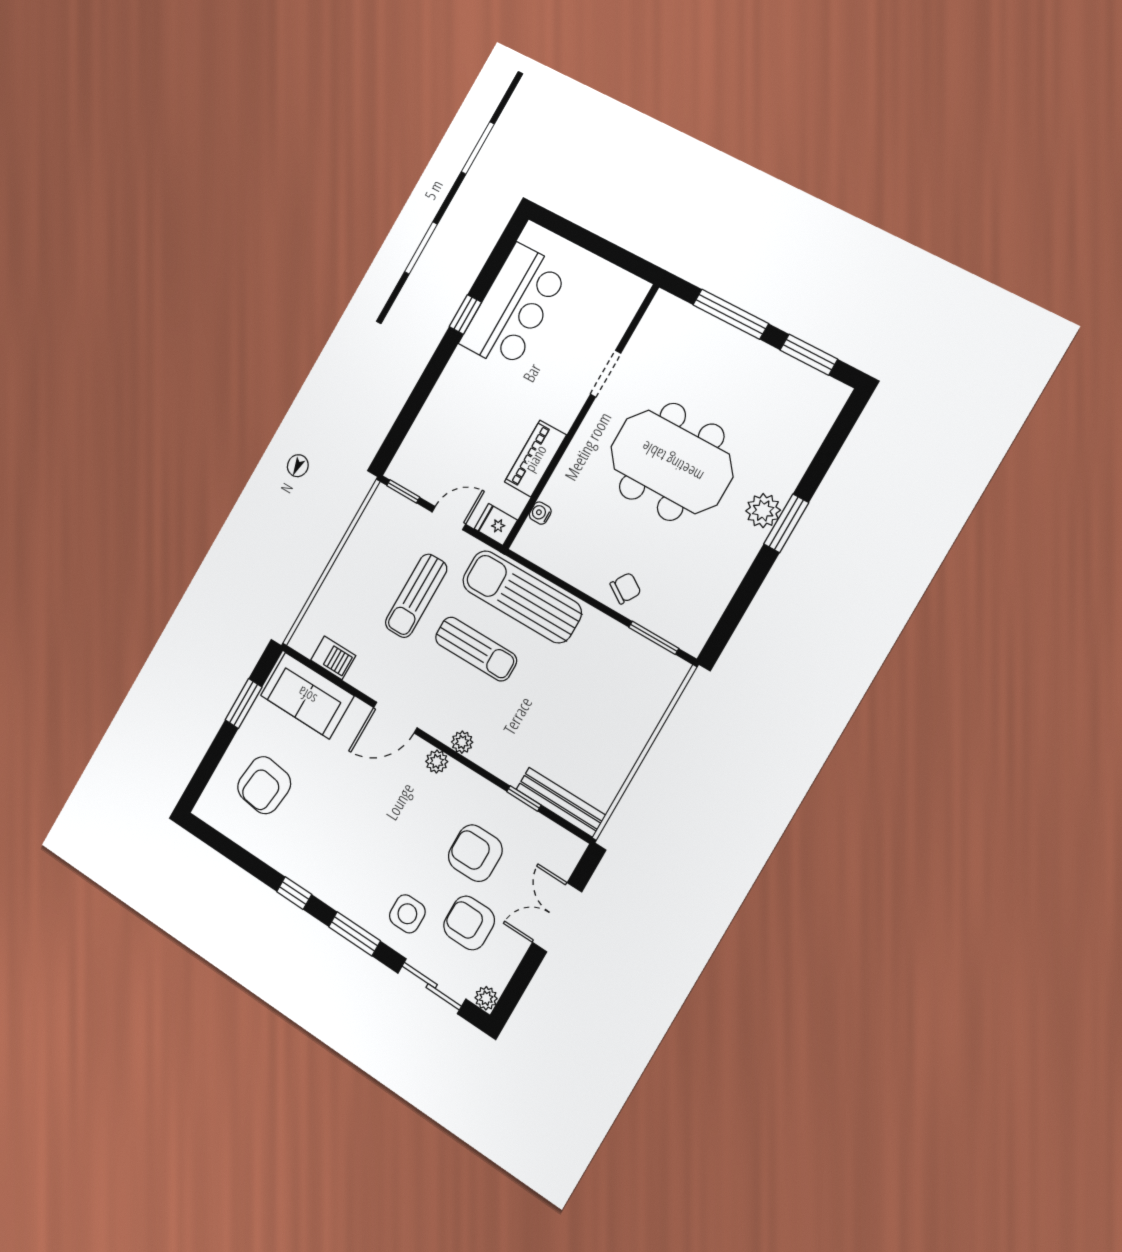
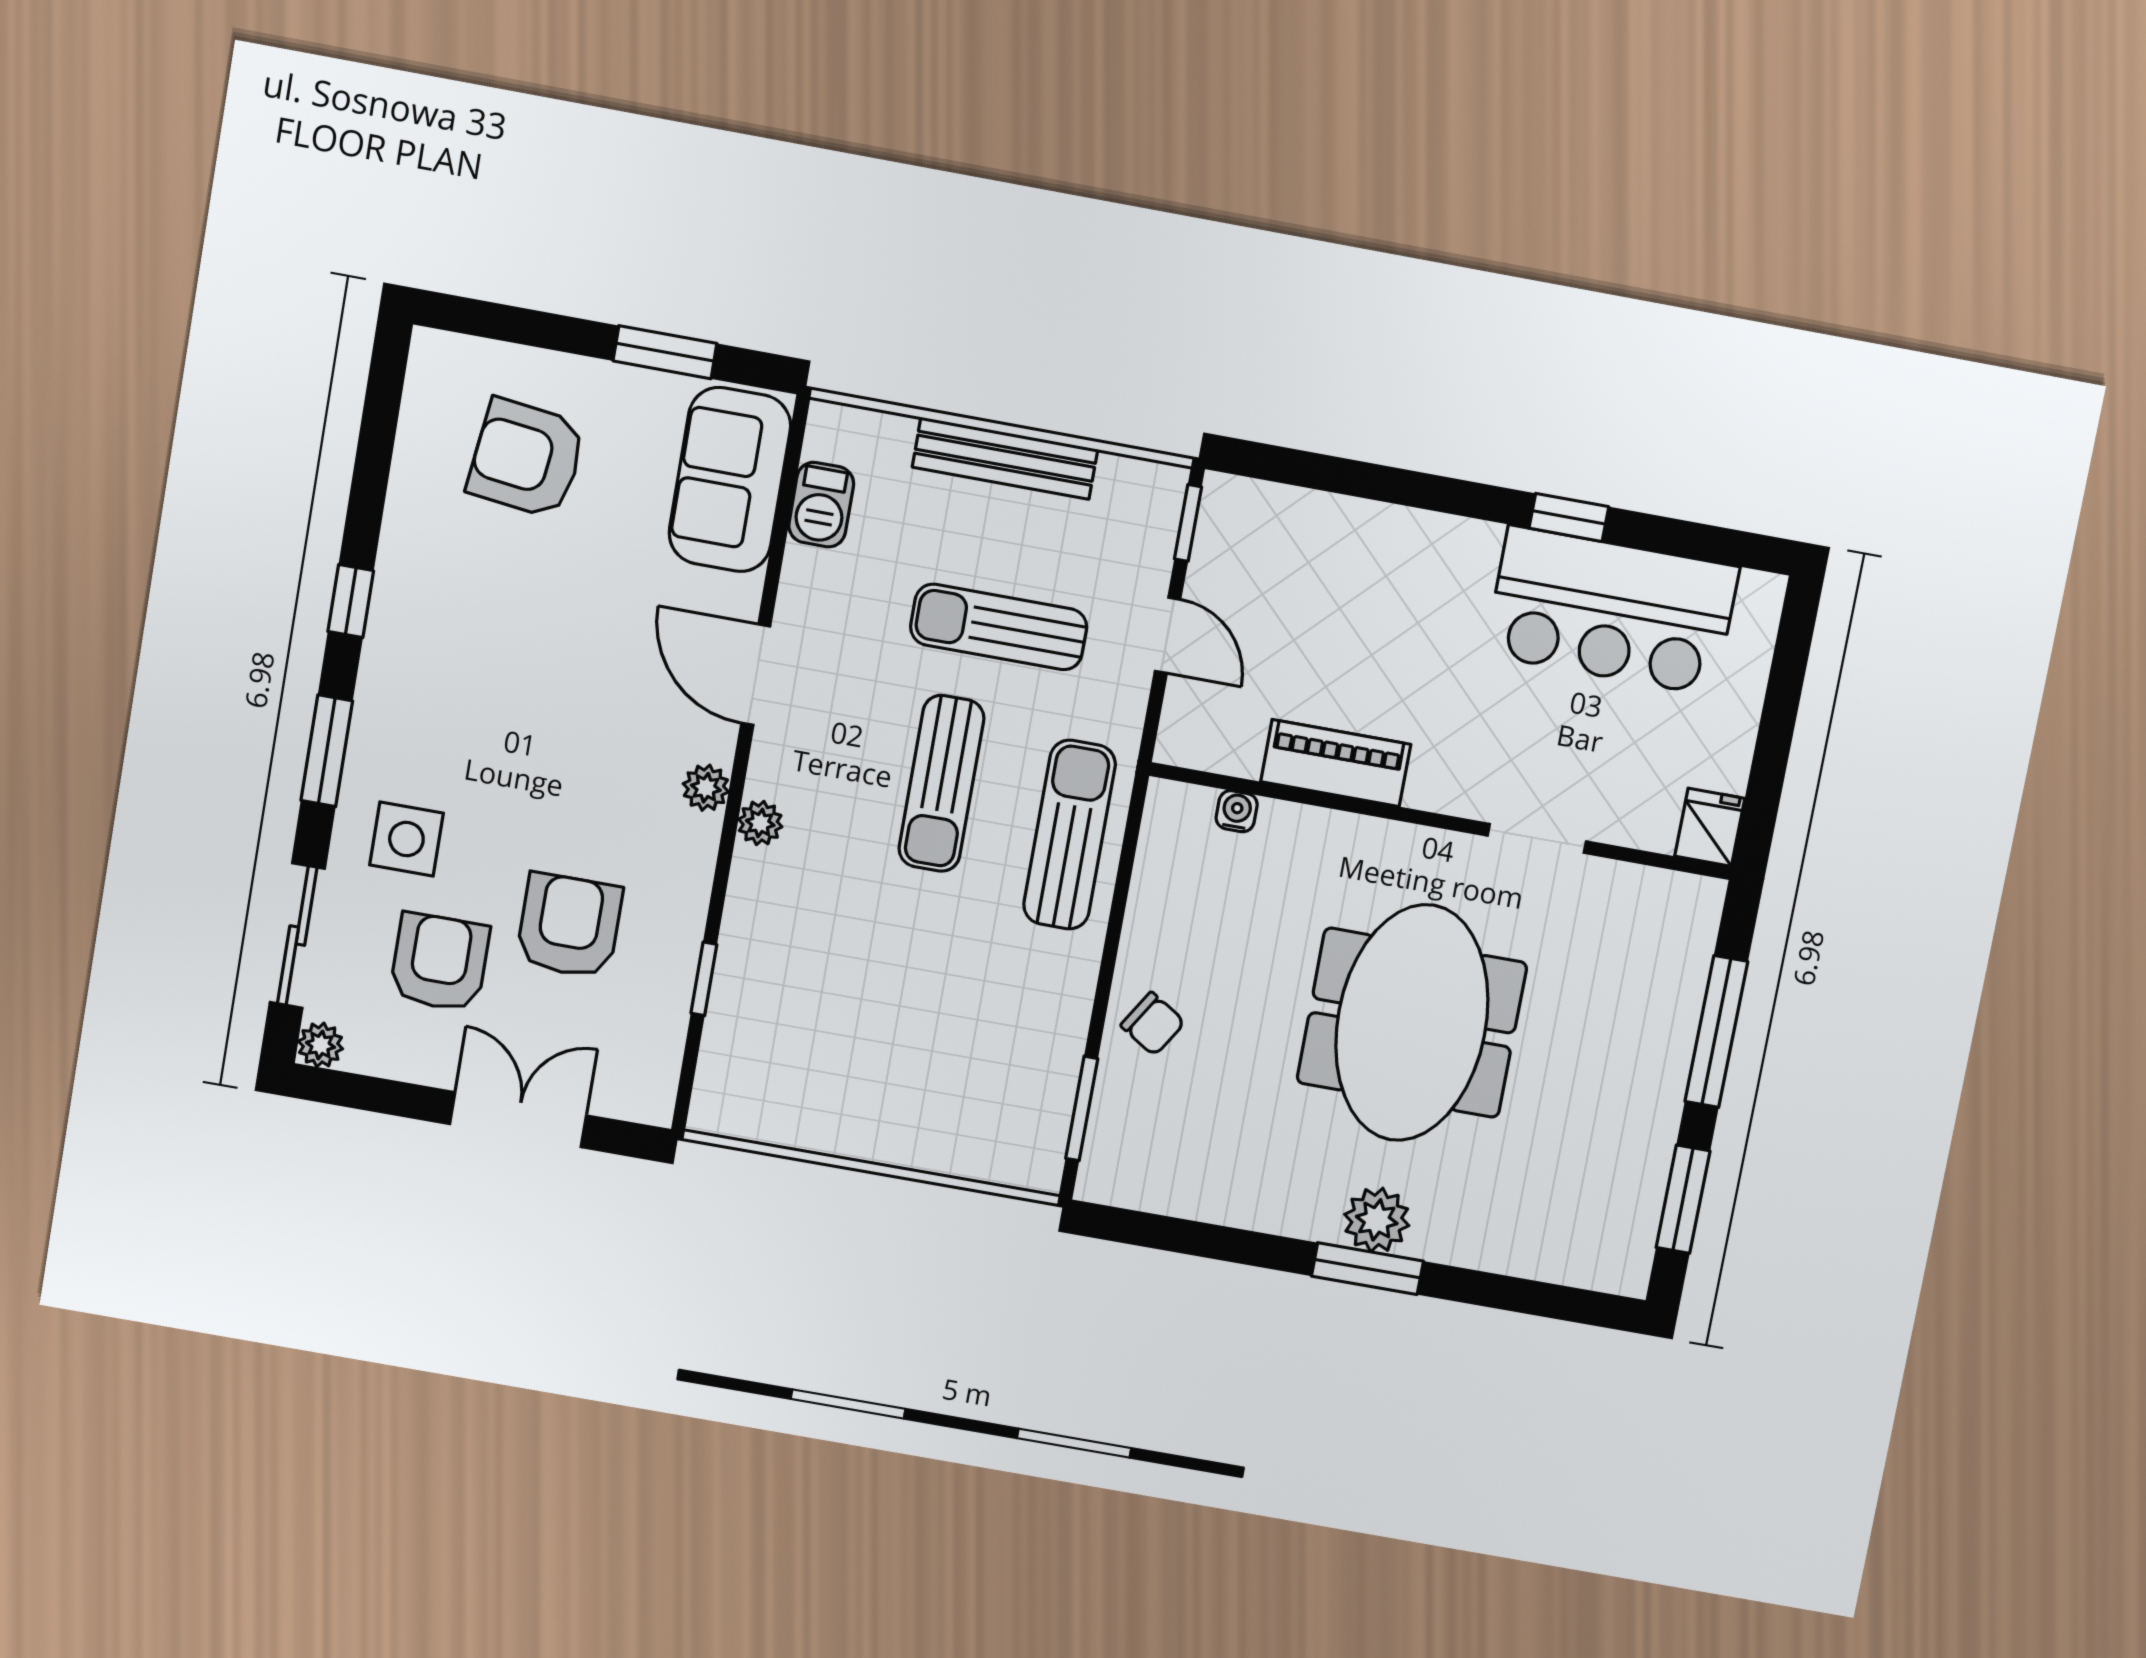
fridge: (496, 524) -> (1710, 827), moved
sun lounger: (522, 597) -> (1069, 835), width x0.73, depth x0.75
bench: (561, 802) -> (1005, 458), moved, turned 90

